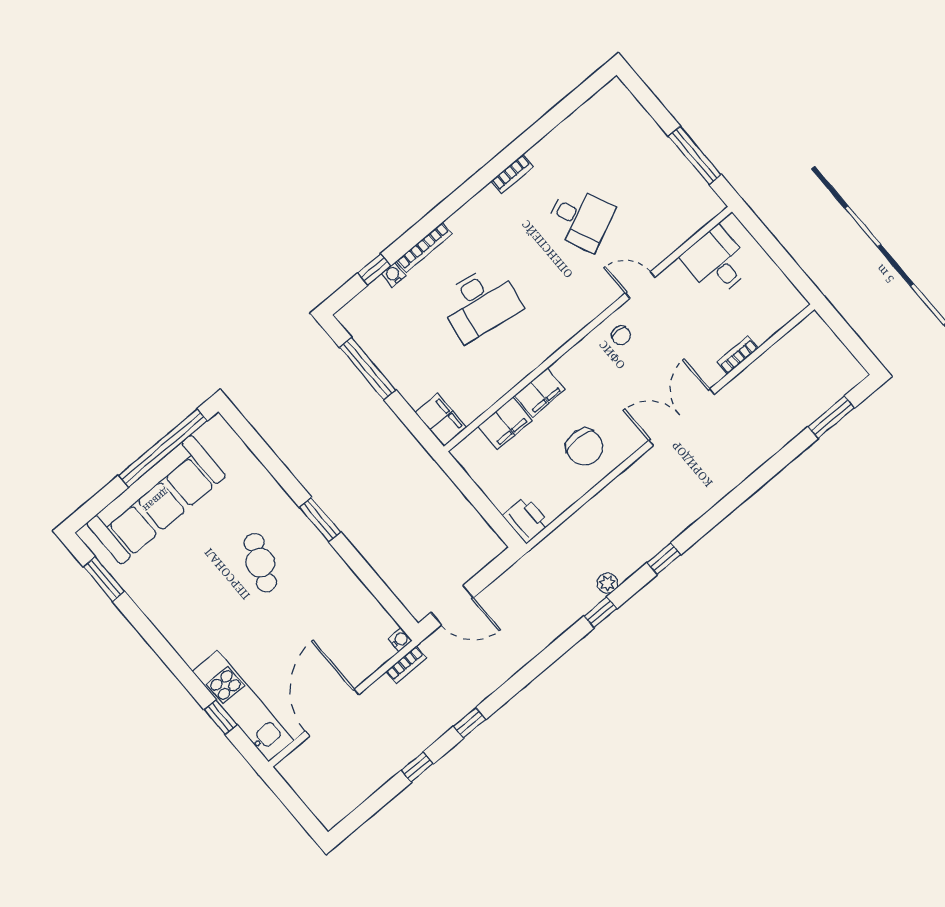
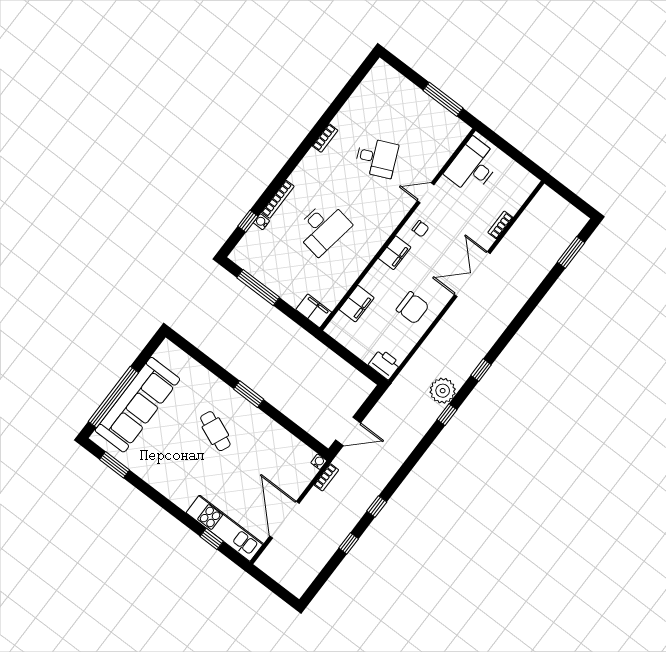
desk: (717, 262) -> (473, 166), width x1.37
filing cabinet: (540, 392) -> (395, 253), moved
window: (163, 448) -> (113, 397), moved
plant: (607, 583) -> (443, 391), width x1.88, depth x1.88

